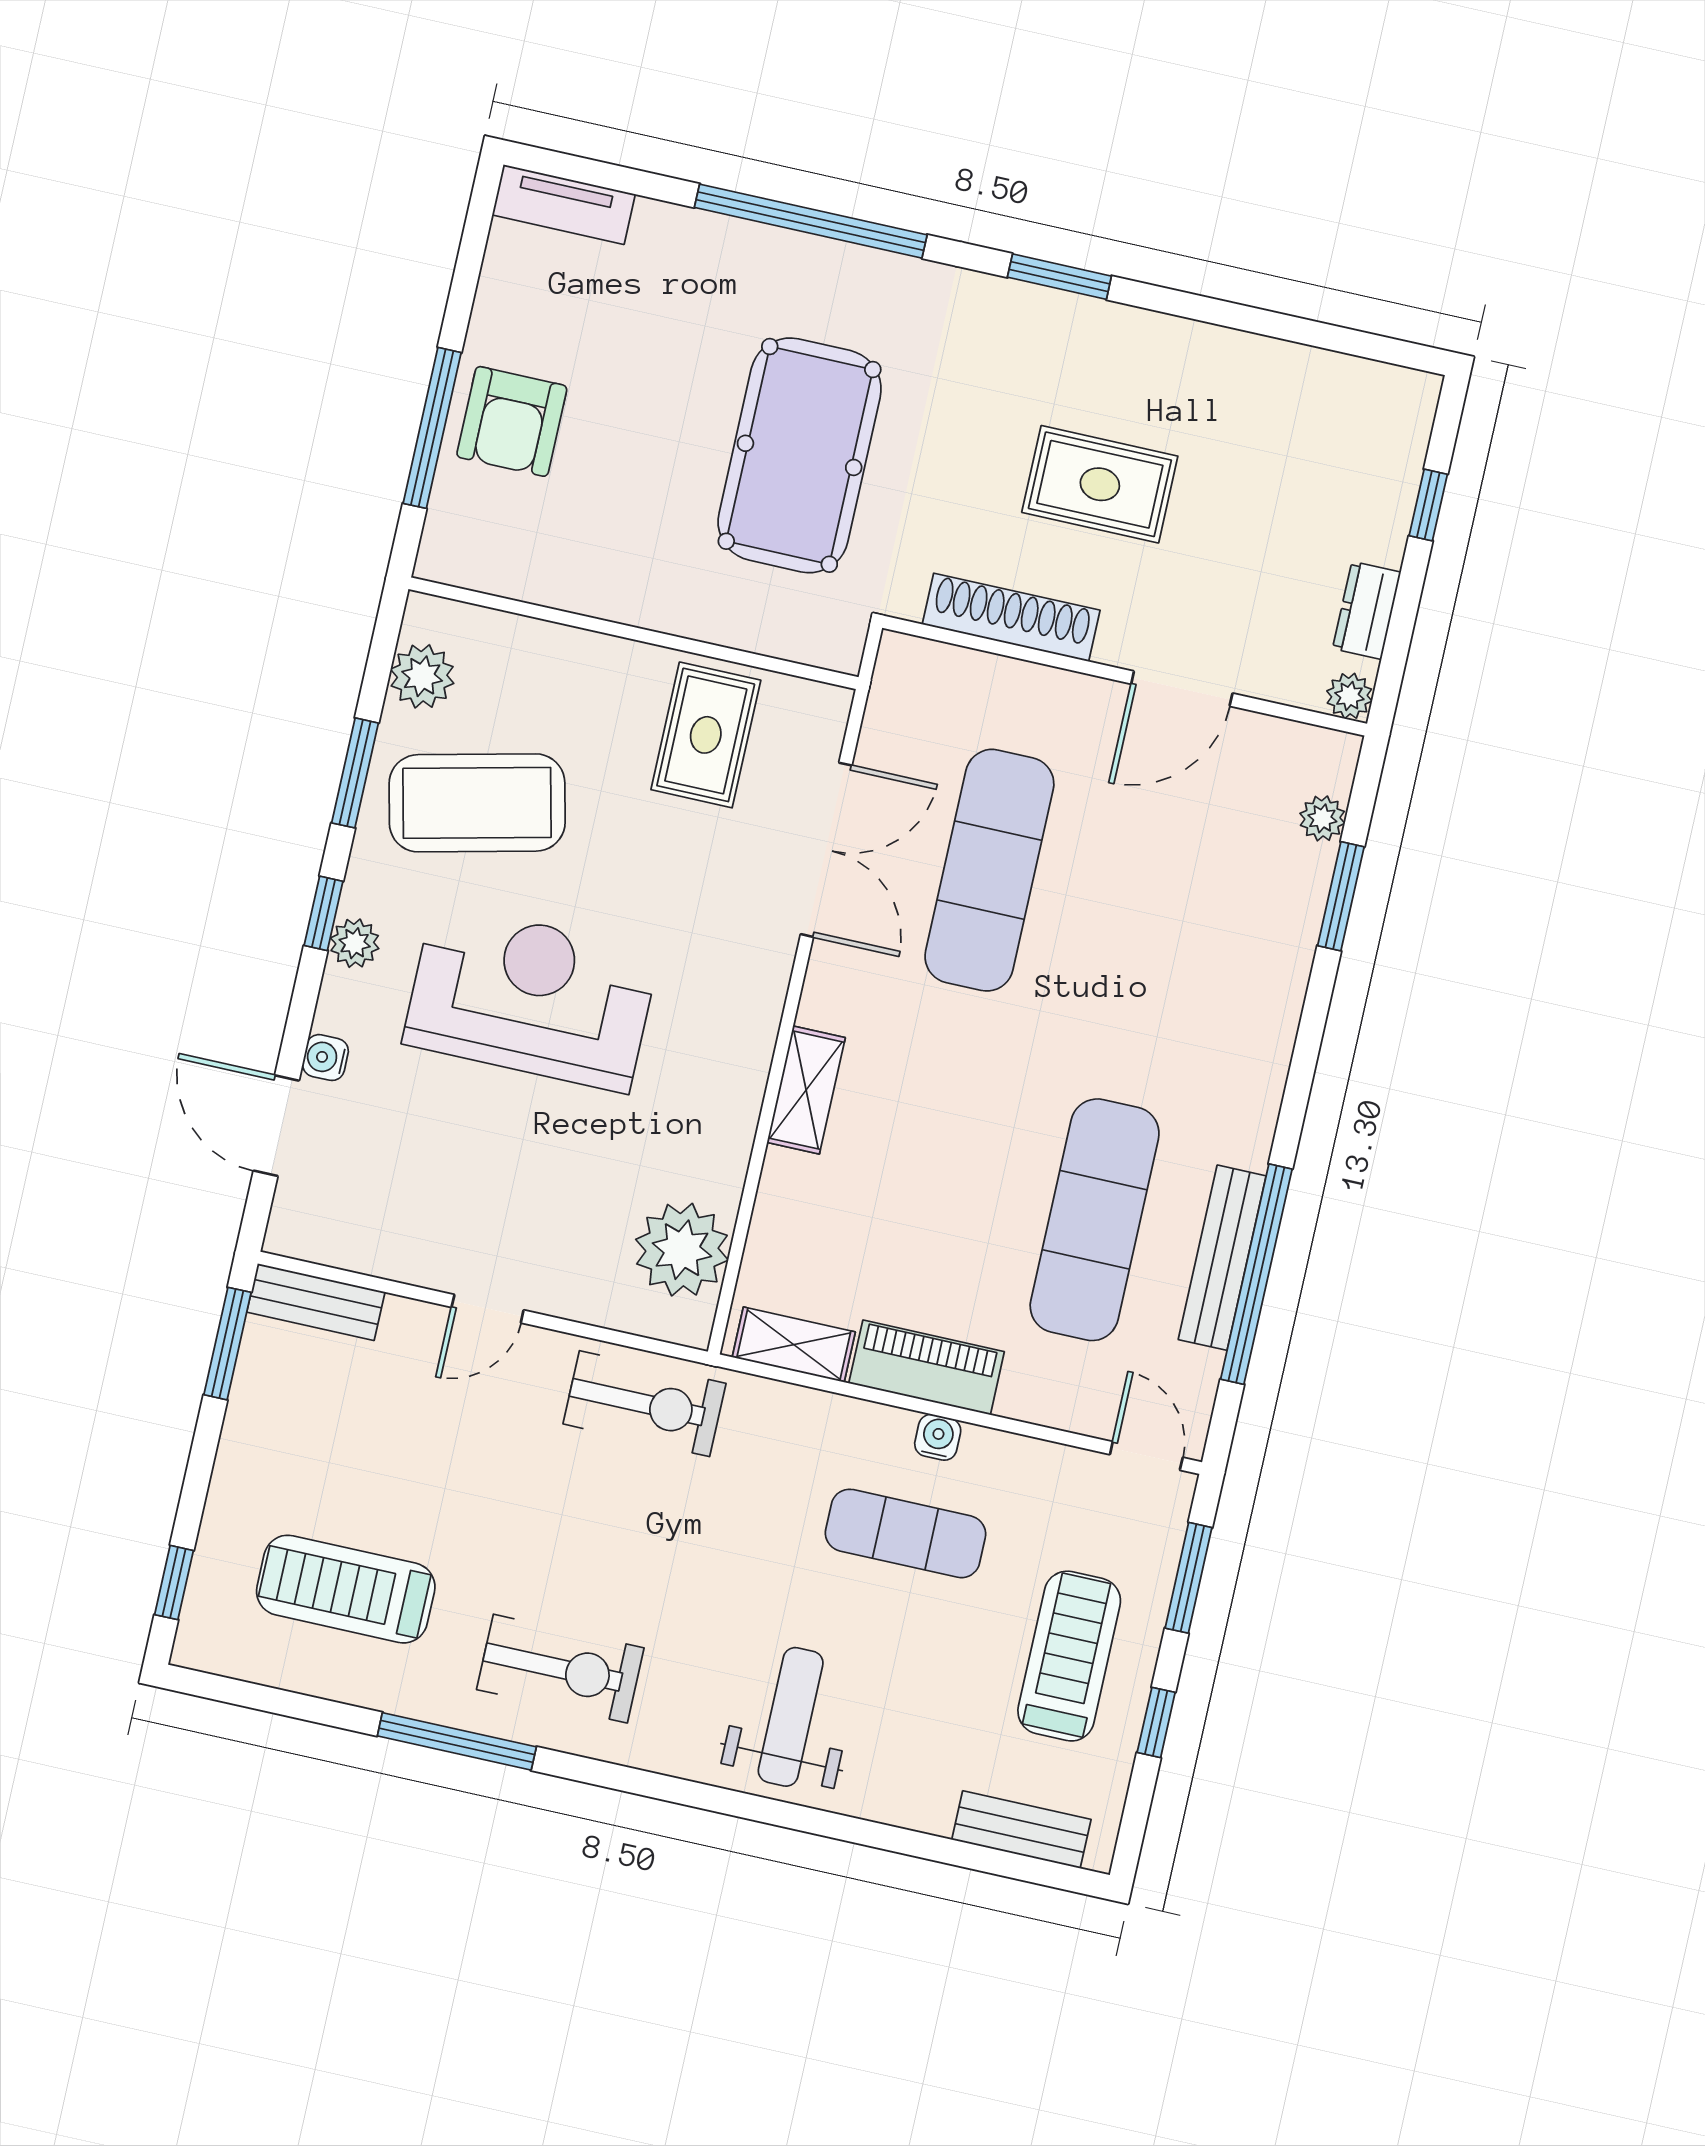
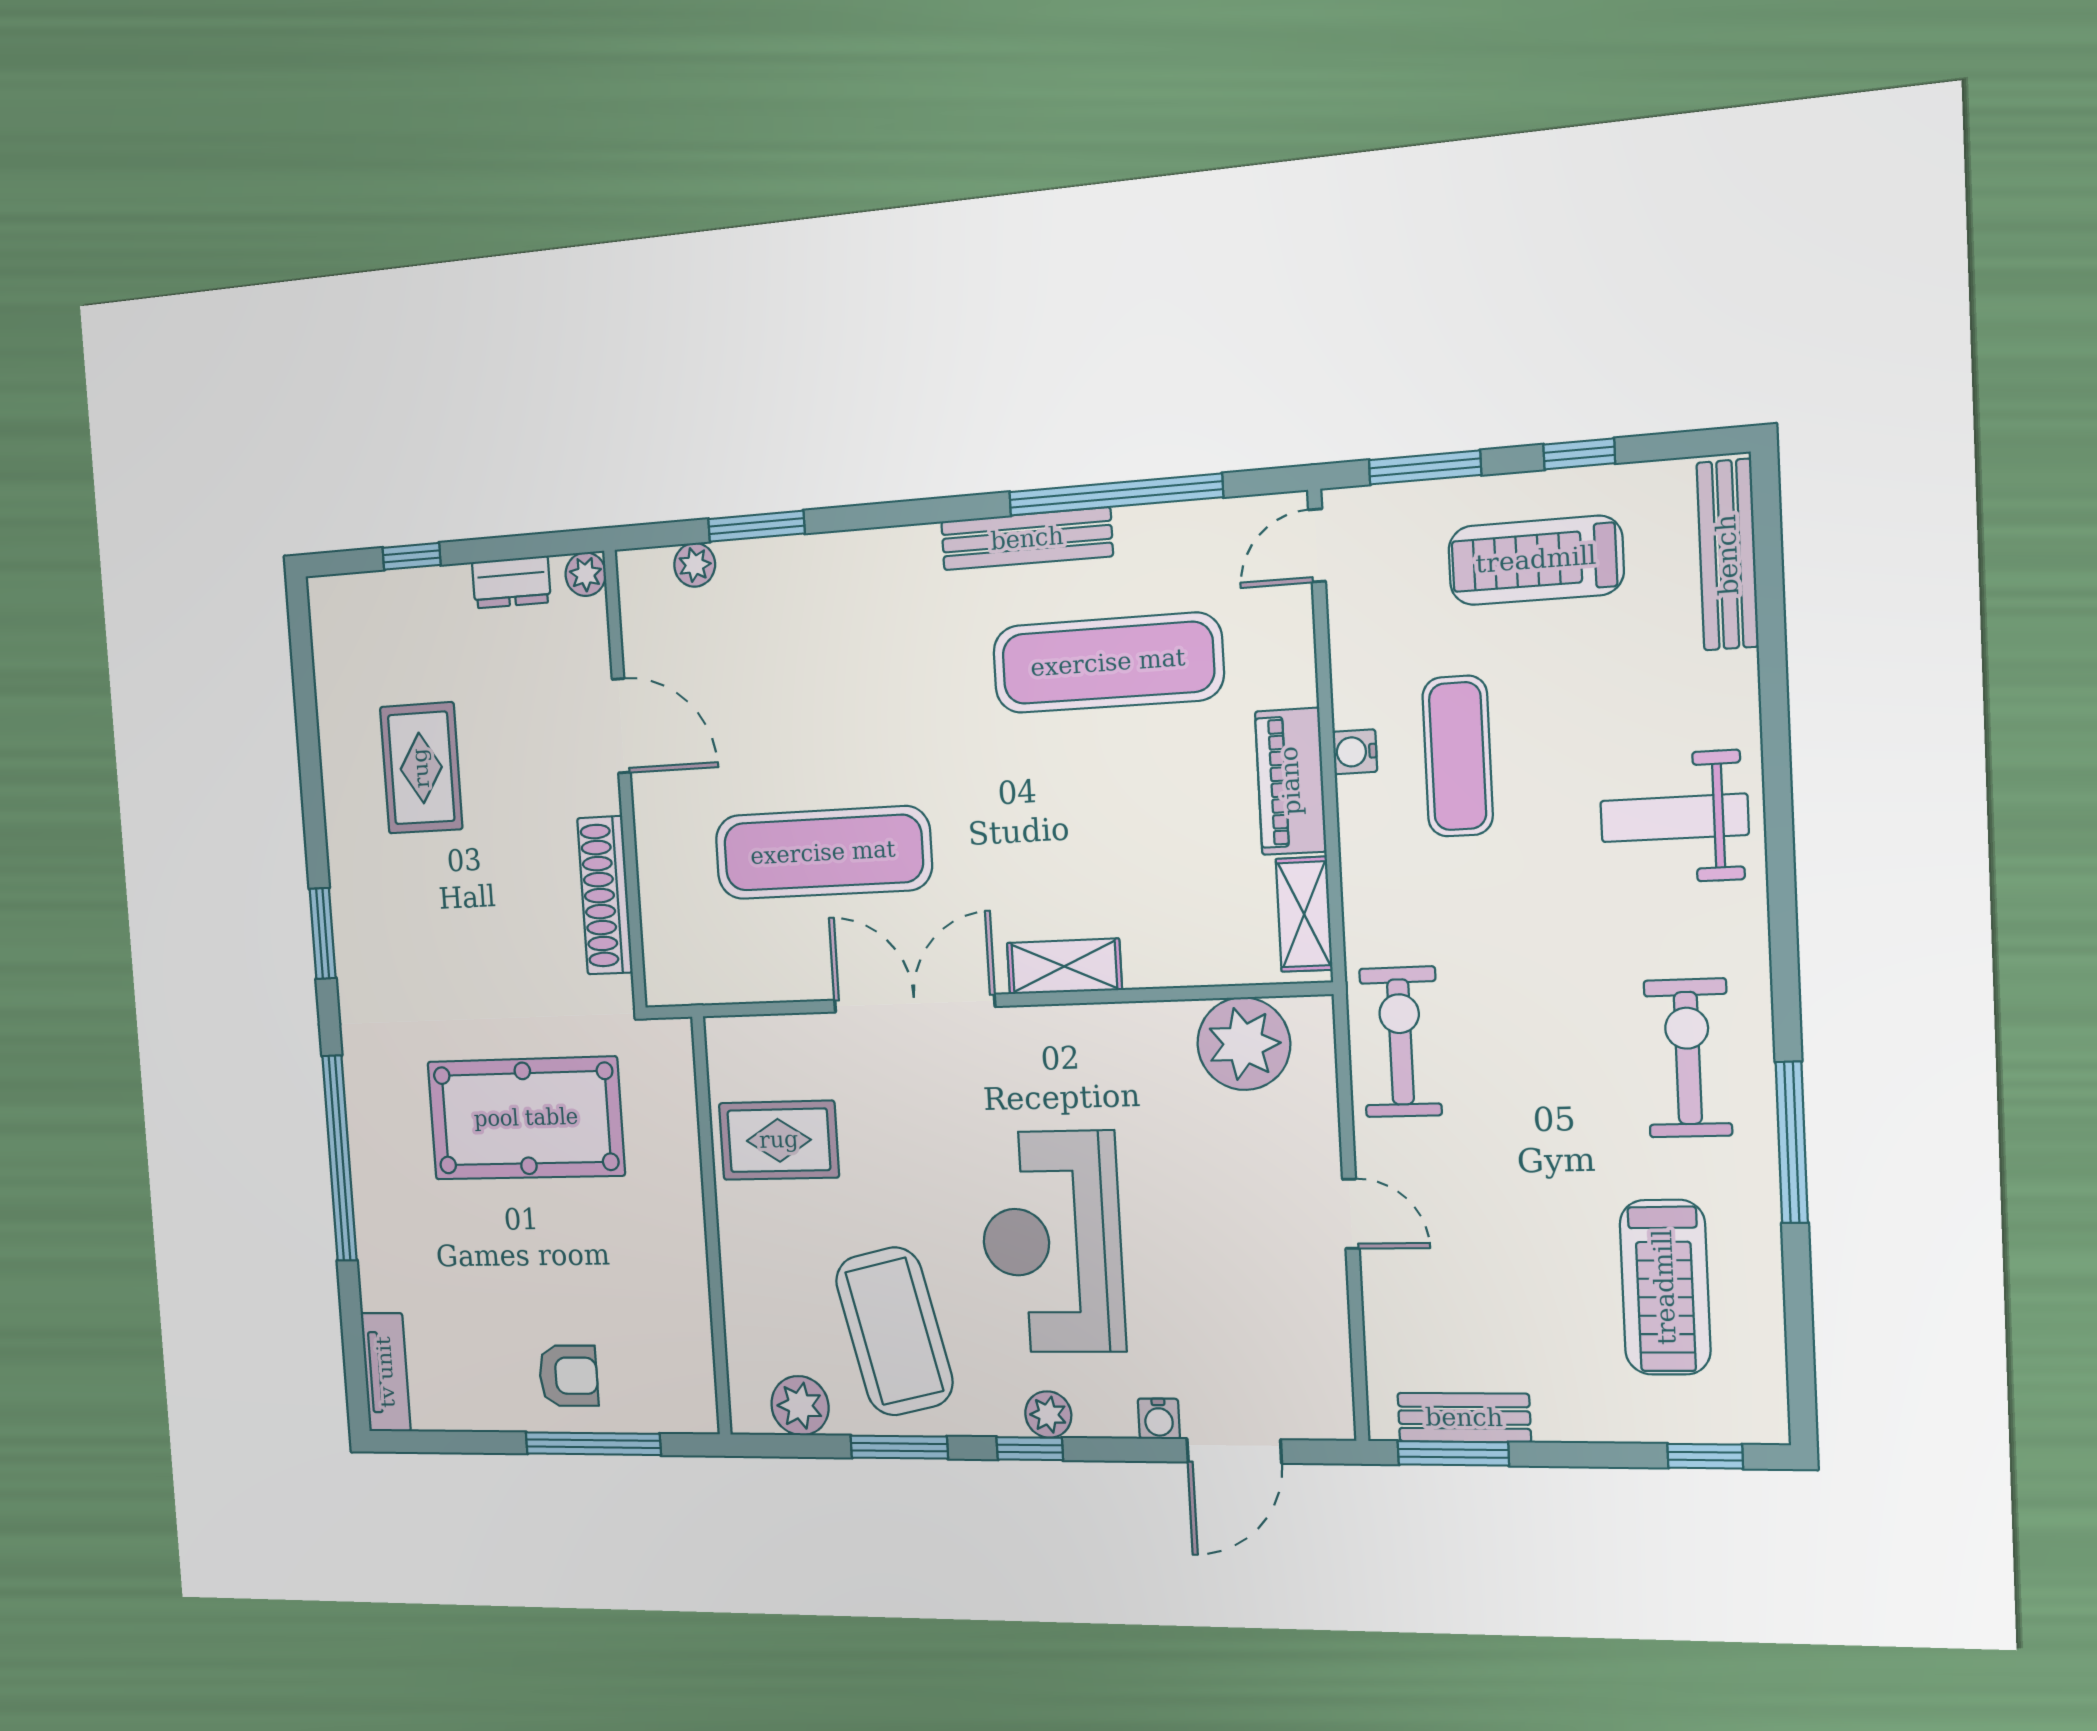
armchair: (512, 421) -> (568, 1376), width x0.72, depth x0.72
rug: (1100, 484) -> (421, 768), moved
double door: (826, 850) -> (914, 1003), moved
bench: (1222, 1258) -> (1027, 539), moved
bench: (316, 1302) -> (1464, 1418), moved, turned 90
bench: (1021, 1830) -> (1728, 555), width x1.36

